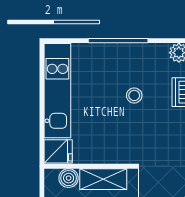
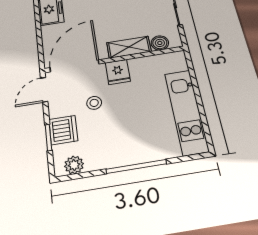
stool: (134, 95) -> (94, 103), moved
fridge: (58, 151) -> (118, 72), moved, turned -90

